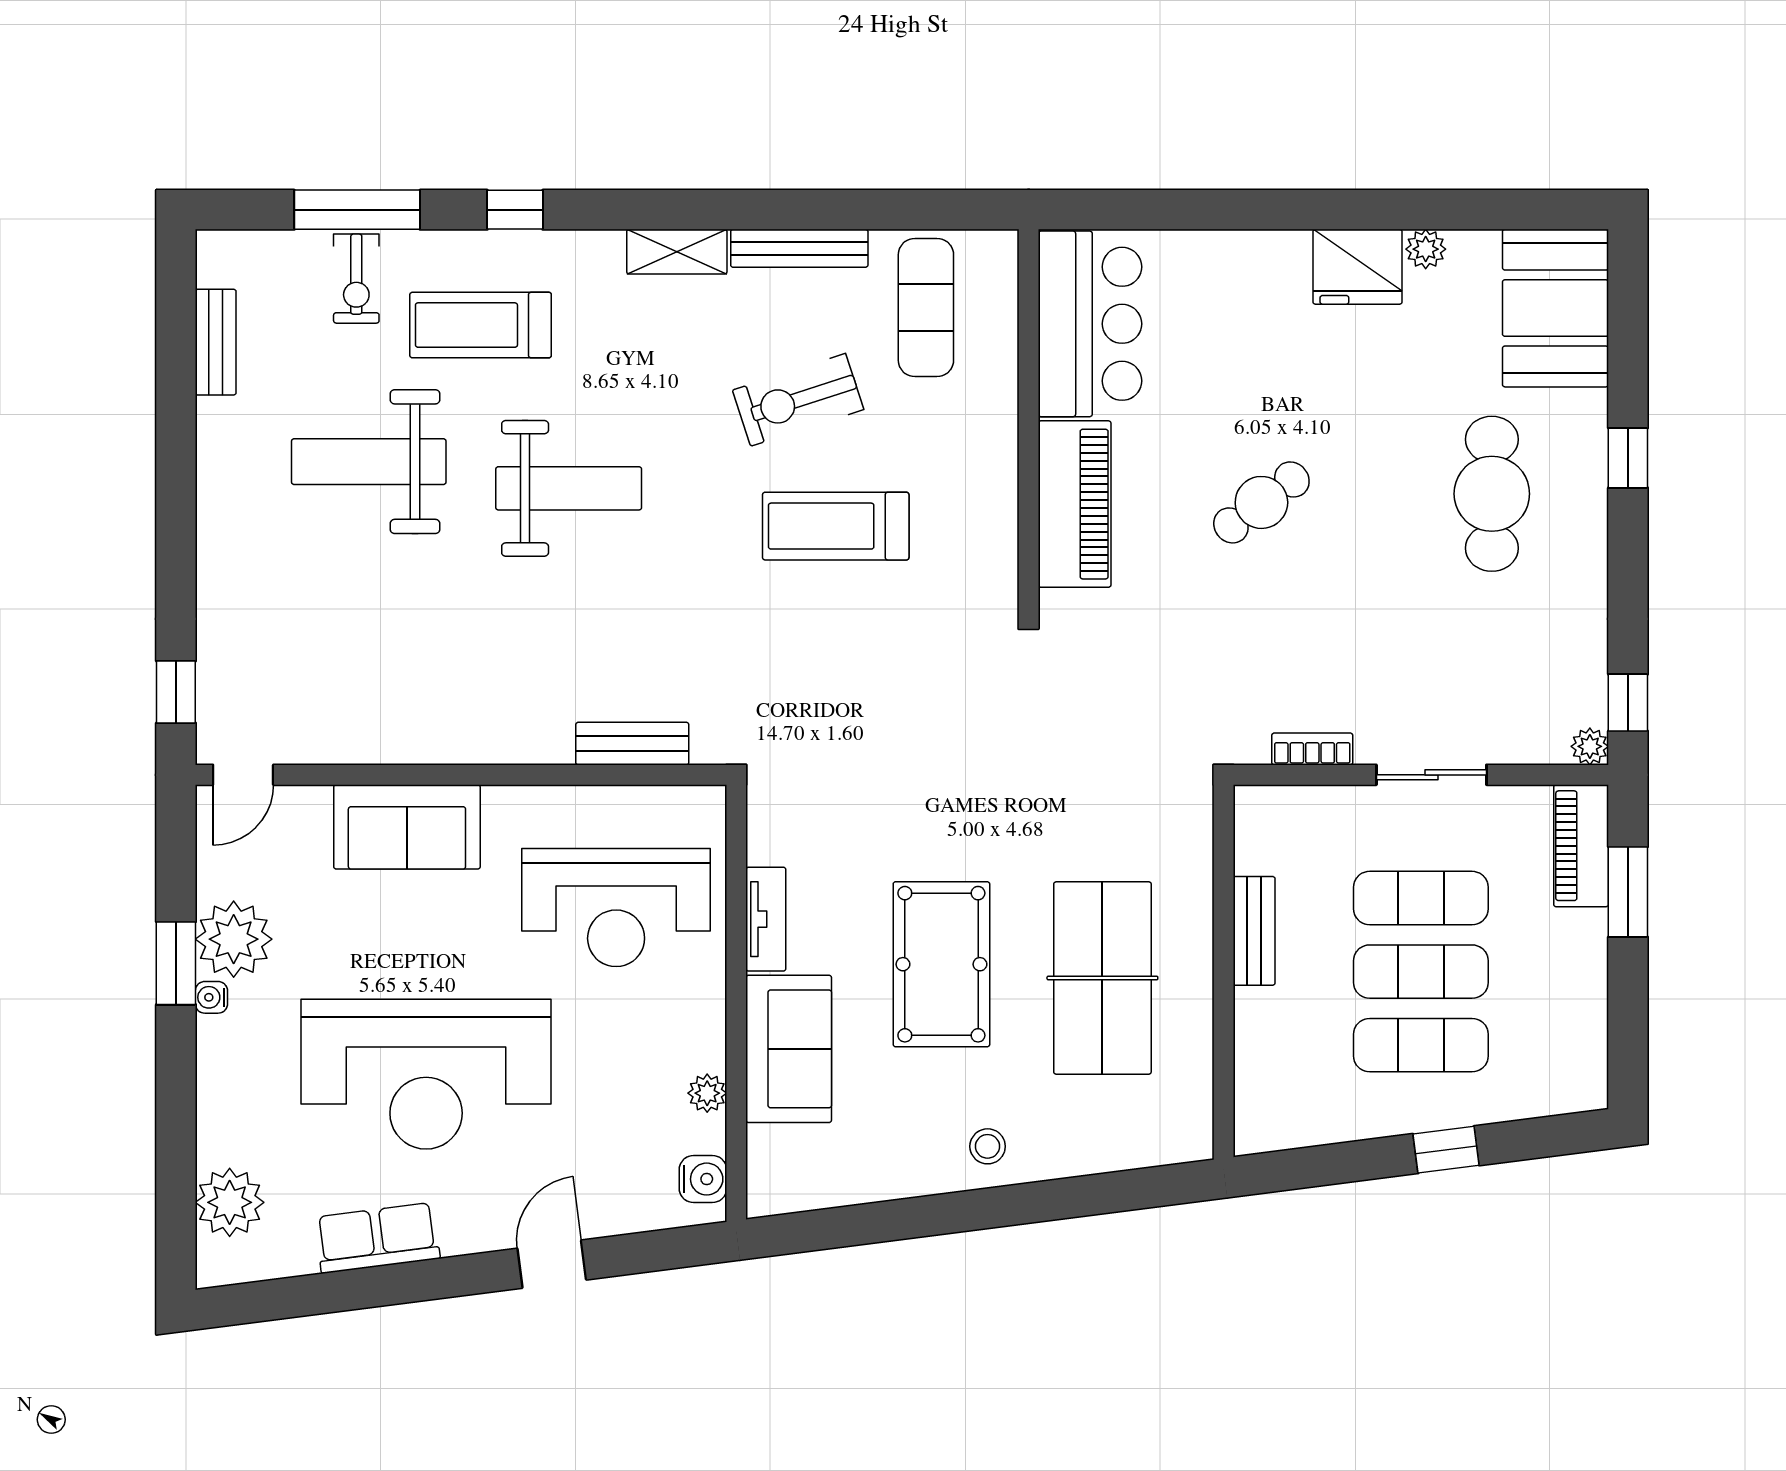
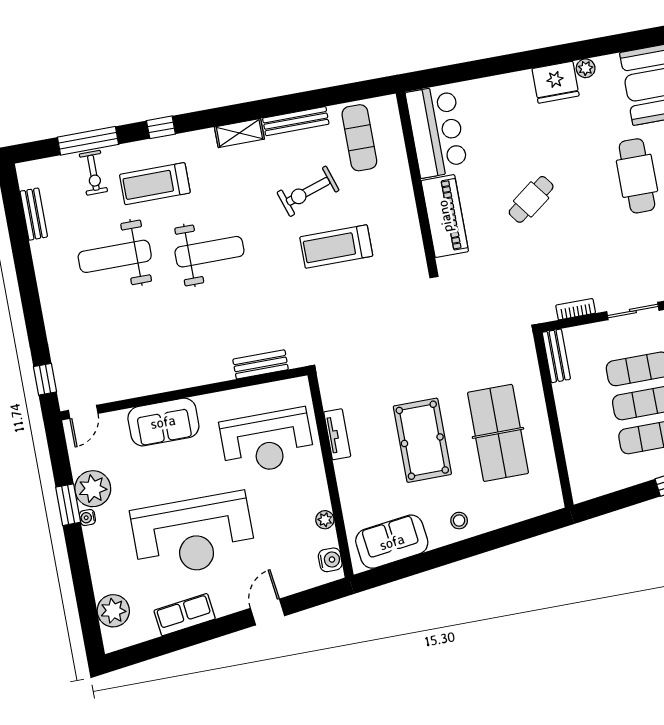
bench: (1254, 931) -> (556, 356), moved
sofa: (789, 1049) -> (392, 542), moved, turned -97

